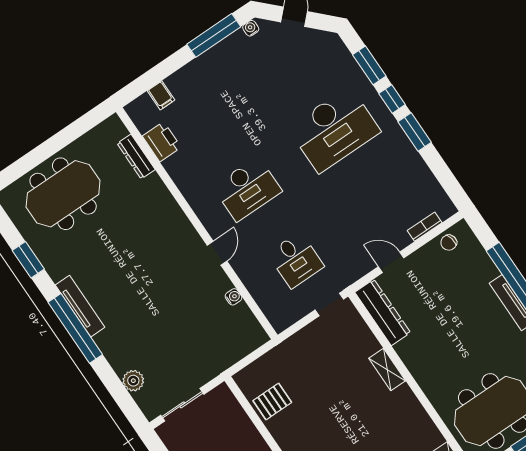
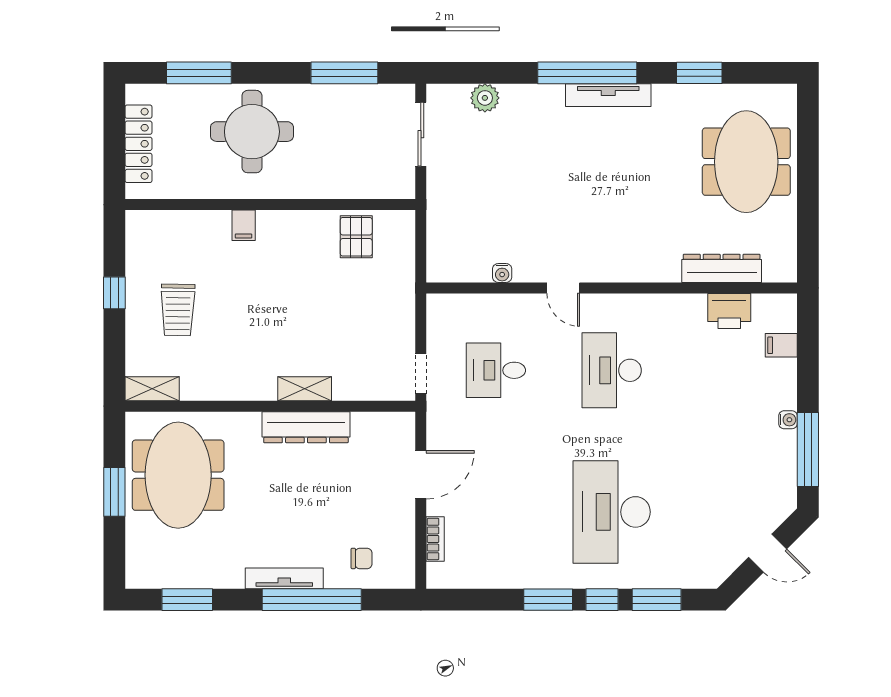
water cooler: (251, 28) -> (788, 420), moved
dresser: (136, 156) -> (722, 268), width x1.37, depth x1.24
chair: (449, 243) -> (362, 558), moved, turned 102
door: (391, 262) -> (421, 475), width x1.38
dresser: (383, 312) -> (306, 427), moved

